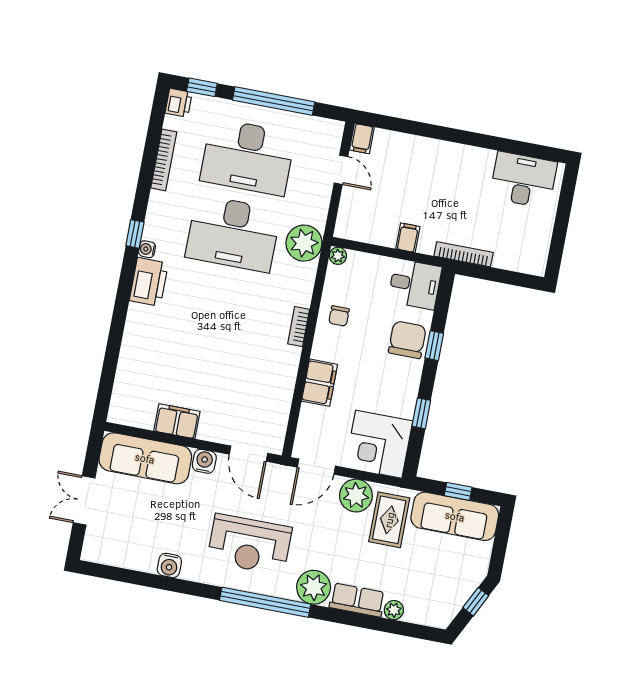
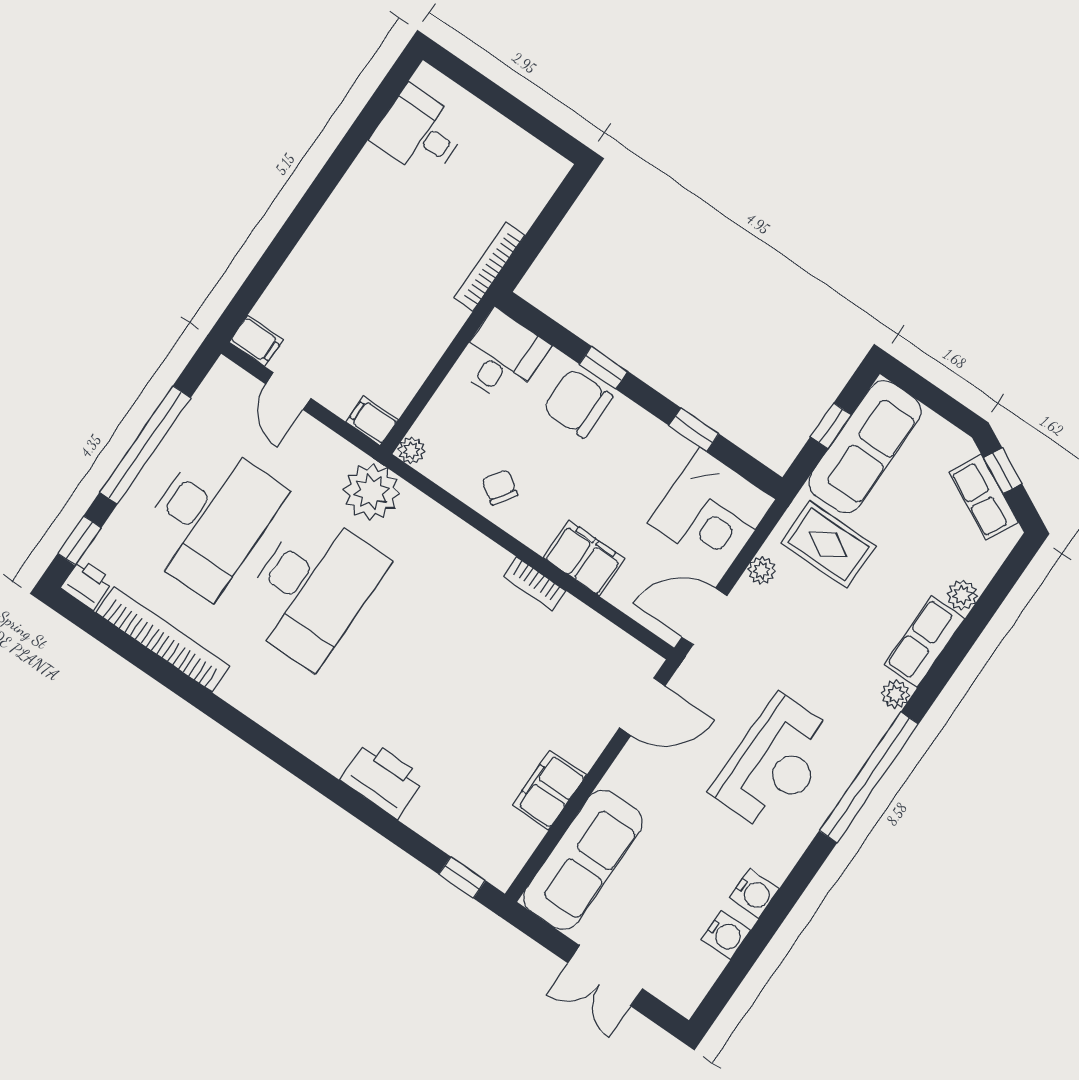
bookcase: (164, 160) -> (163, 639), width x1.48, depth x1.31
door: (341, 170) -> (288, 391), swing flipped
desk: (523, 180) -> (420, 132), width x0.73
window: (135, 234) -> (462, 877), moved
filing cabinet: (408, 238) -> (372, 421), moved
water cooler: (147, 249) -> (280, 724), removed
printer: (149, 282) -> (383, 779), moved
chair: (339, 316) -> (500, 487), turned -147
bookcase: (299, 327) -> (534, 584), moved
water cooler: (204, 461) -> (726, 935), moved, turned 180
door: (316, 467) -> (704, 616), swing flipped
plant: (356, 496) -> (762, 570), width x0.53, depth x0.53
plant: (314, 587) -> (896, 694), width x0.53, depth x0.53
row of seats: (456, 597) -> (984, 497), added

